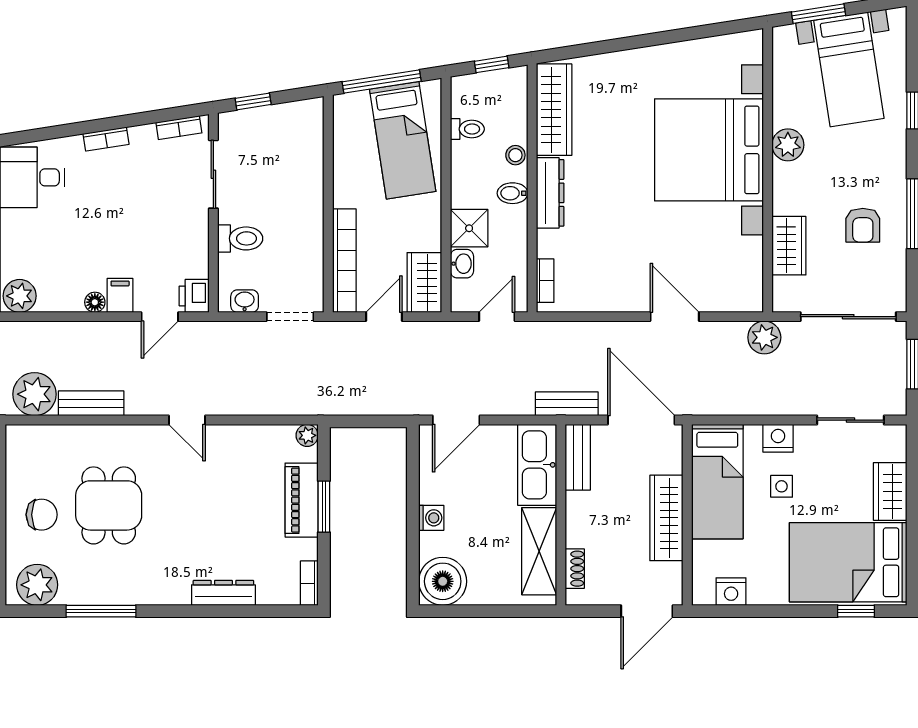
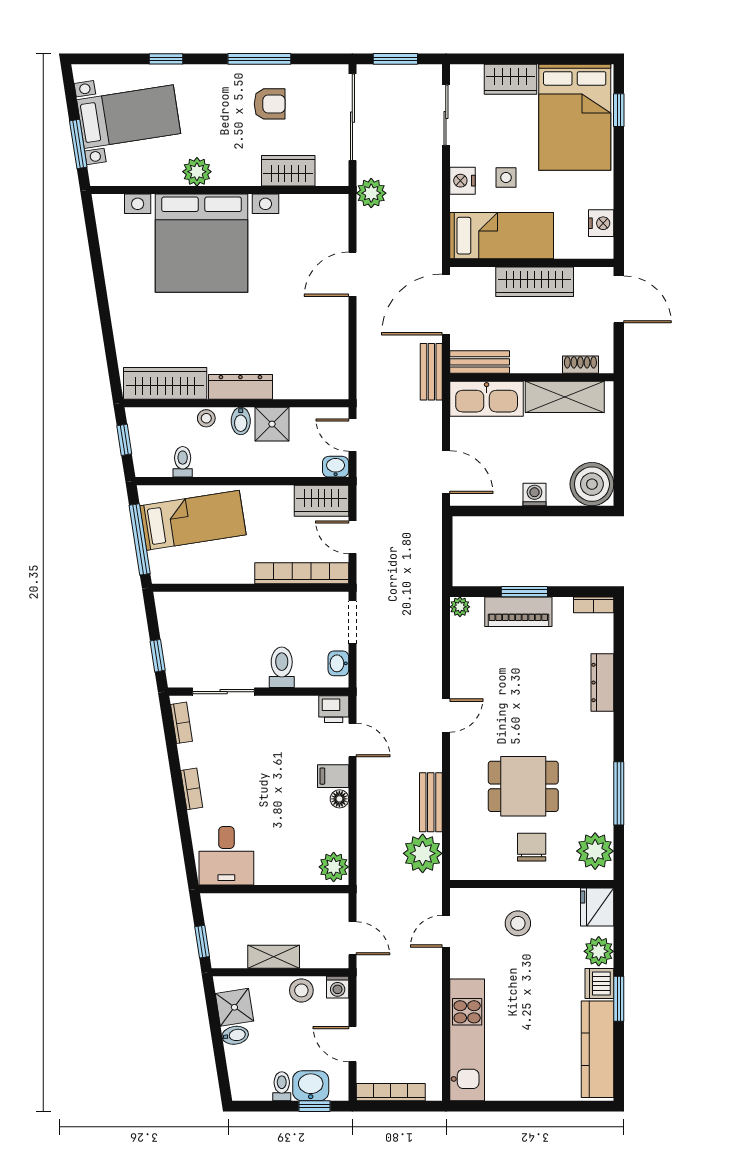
shower: (469, 228) -> (272, 424), moved
washbasin: (462, 264) -> (336, 467), moved
bookcase: (545, 281) -> (320, 391), removed

